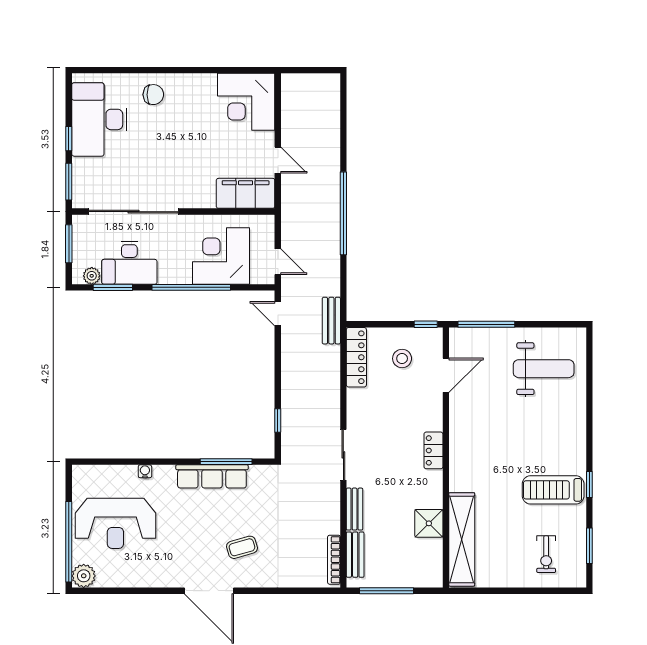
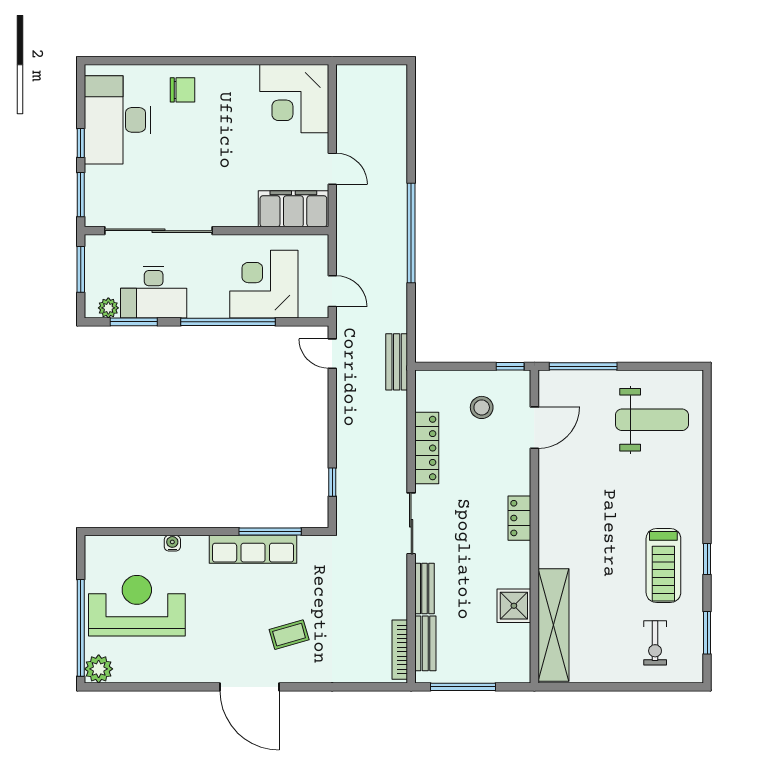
locker: (356, 357) -> (427, 448), moved
treadmill: (553, 490) -> (663, 566), turned -90
reception desk: (115, 523) -> (137, 606), turned 180

